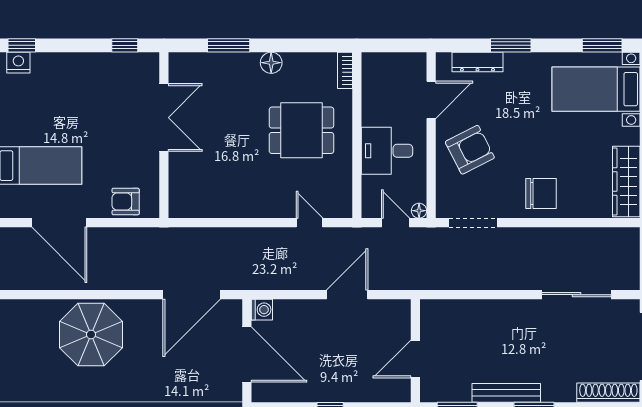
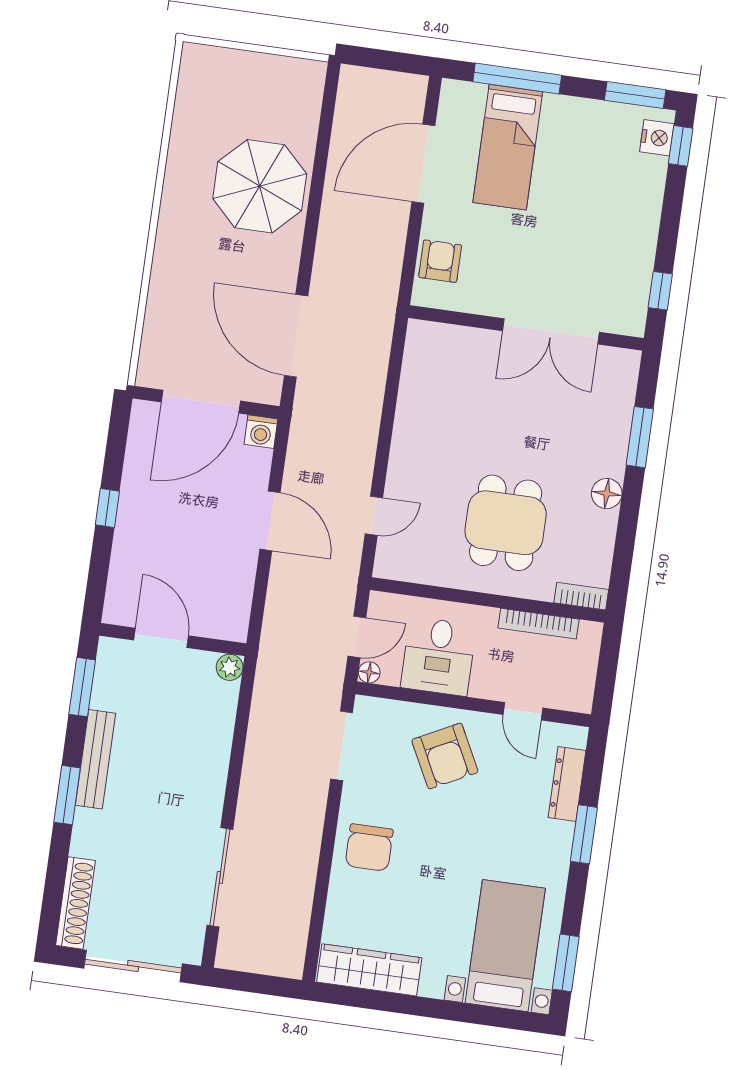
bookcase: (369, 97) -> (538, 624), added
door: (431, 100) -> (523, 711), width x0.73
desk: (387, 151) -> (438, 656), moved, turned 180
door: (347, 295) -> (270, 521), moved
plant: (429, 308) -> (230, 667), added

